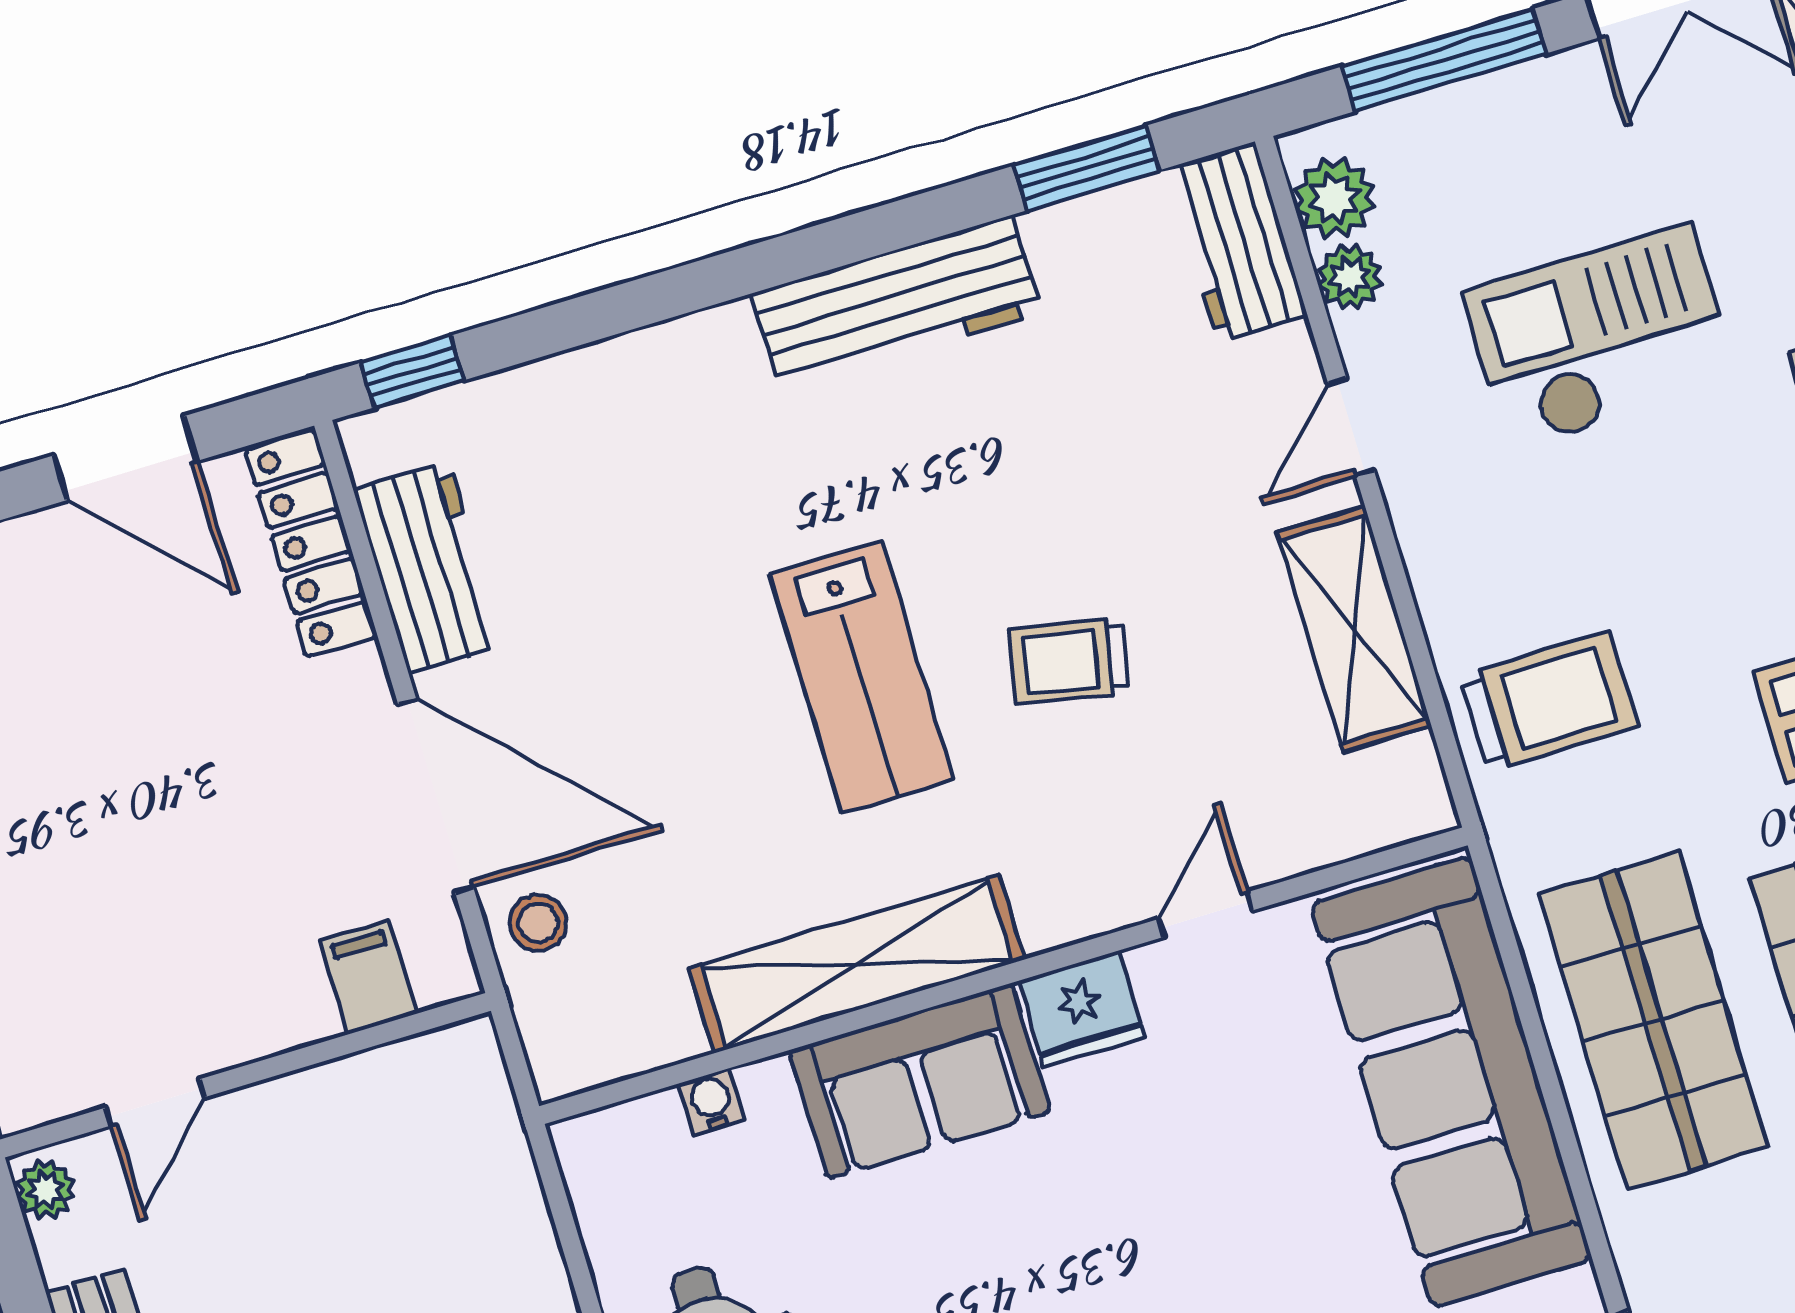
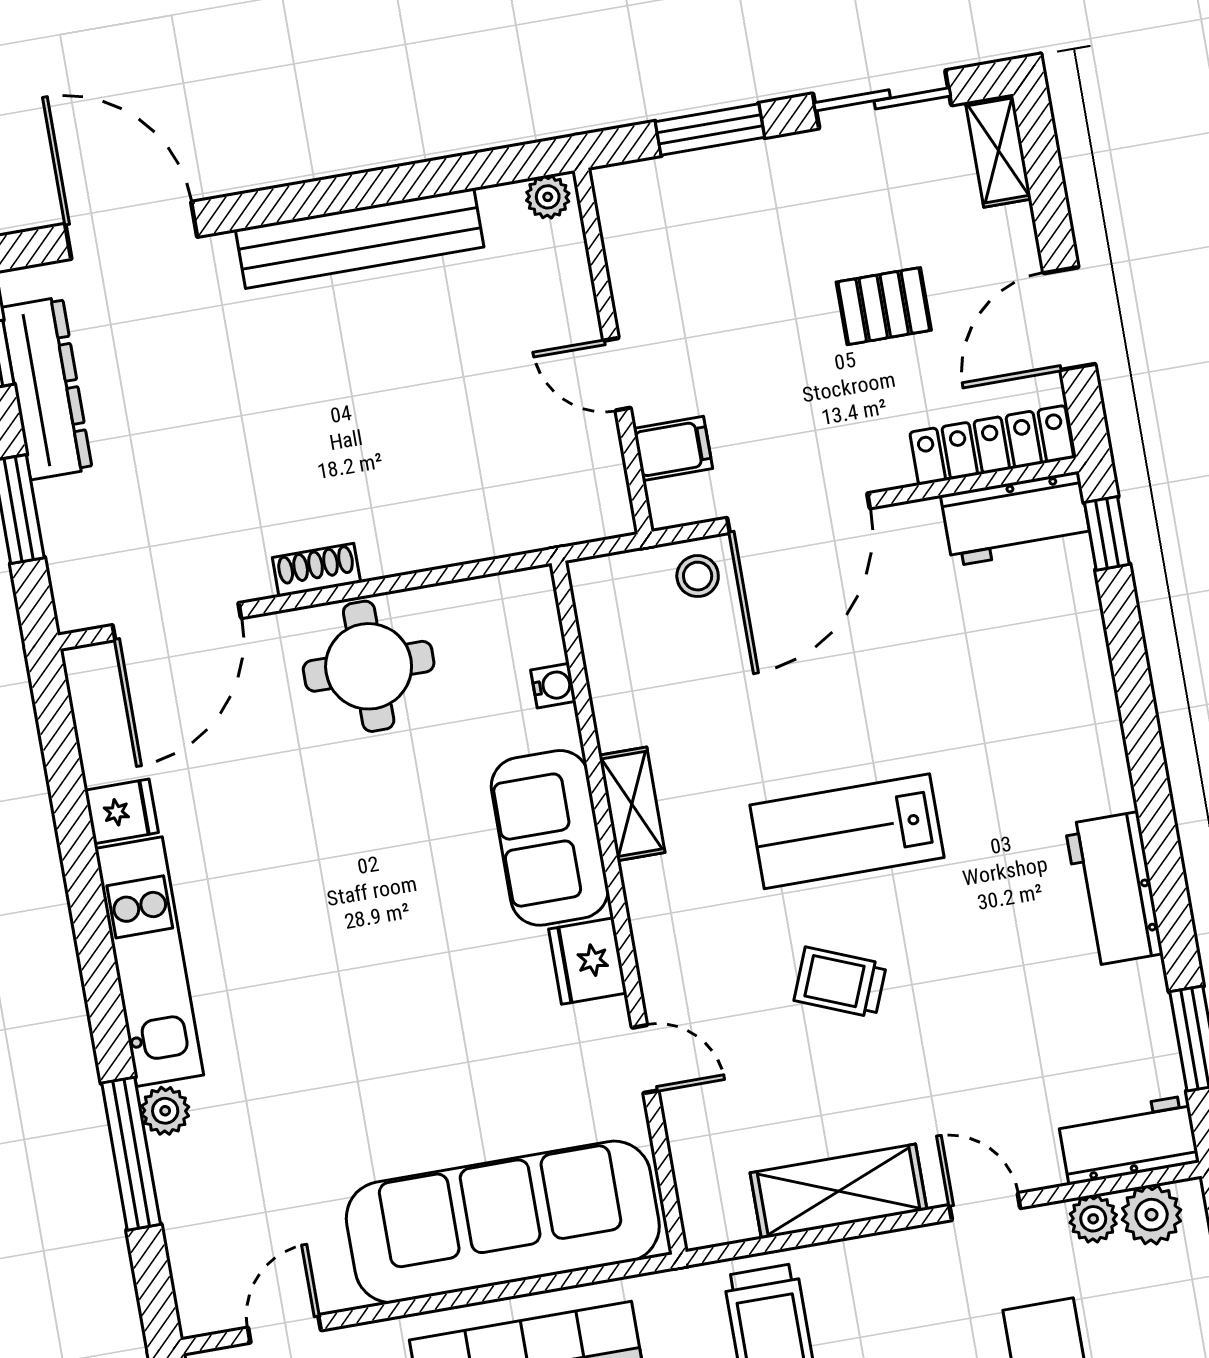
workbench: (896, 303) -> (1114, 889), width x0.73
workbench: (428, 567) -> (1016, 519), moved
trolley: (1069, 661) -> (840, 982), turned -79
pallet: (139, 713) -> (884, 306), added
shelving: (857, 964) -> (632, 804), width x0.45, depth x0.75
door: (155, 1102) -> (617, 374), moved

